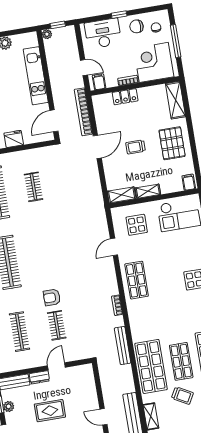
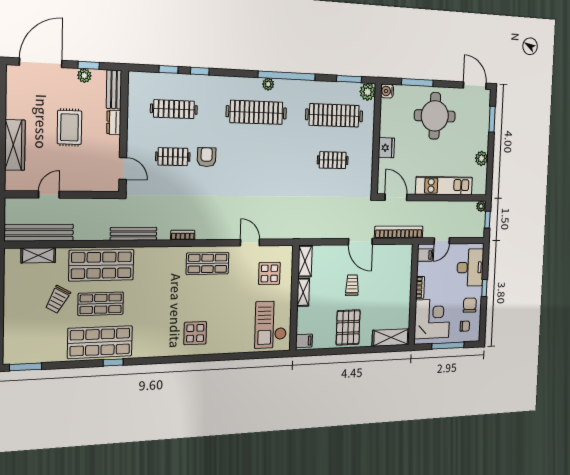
locker: (125, 97) -> (405, 282), removed
pallet: (172, 143) -> (348, 327), turned 90
door: (56, 366) -> (123, 168), moved

